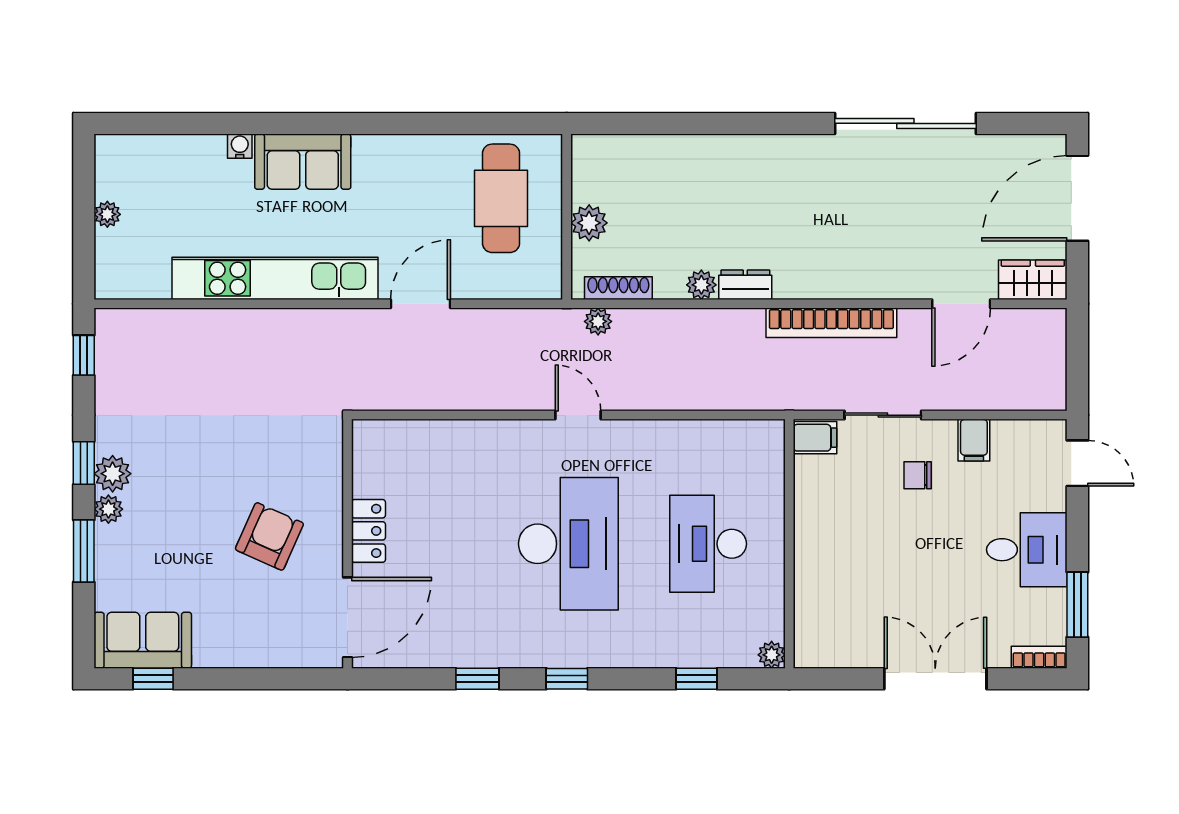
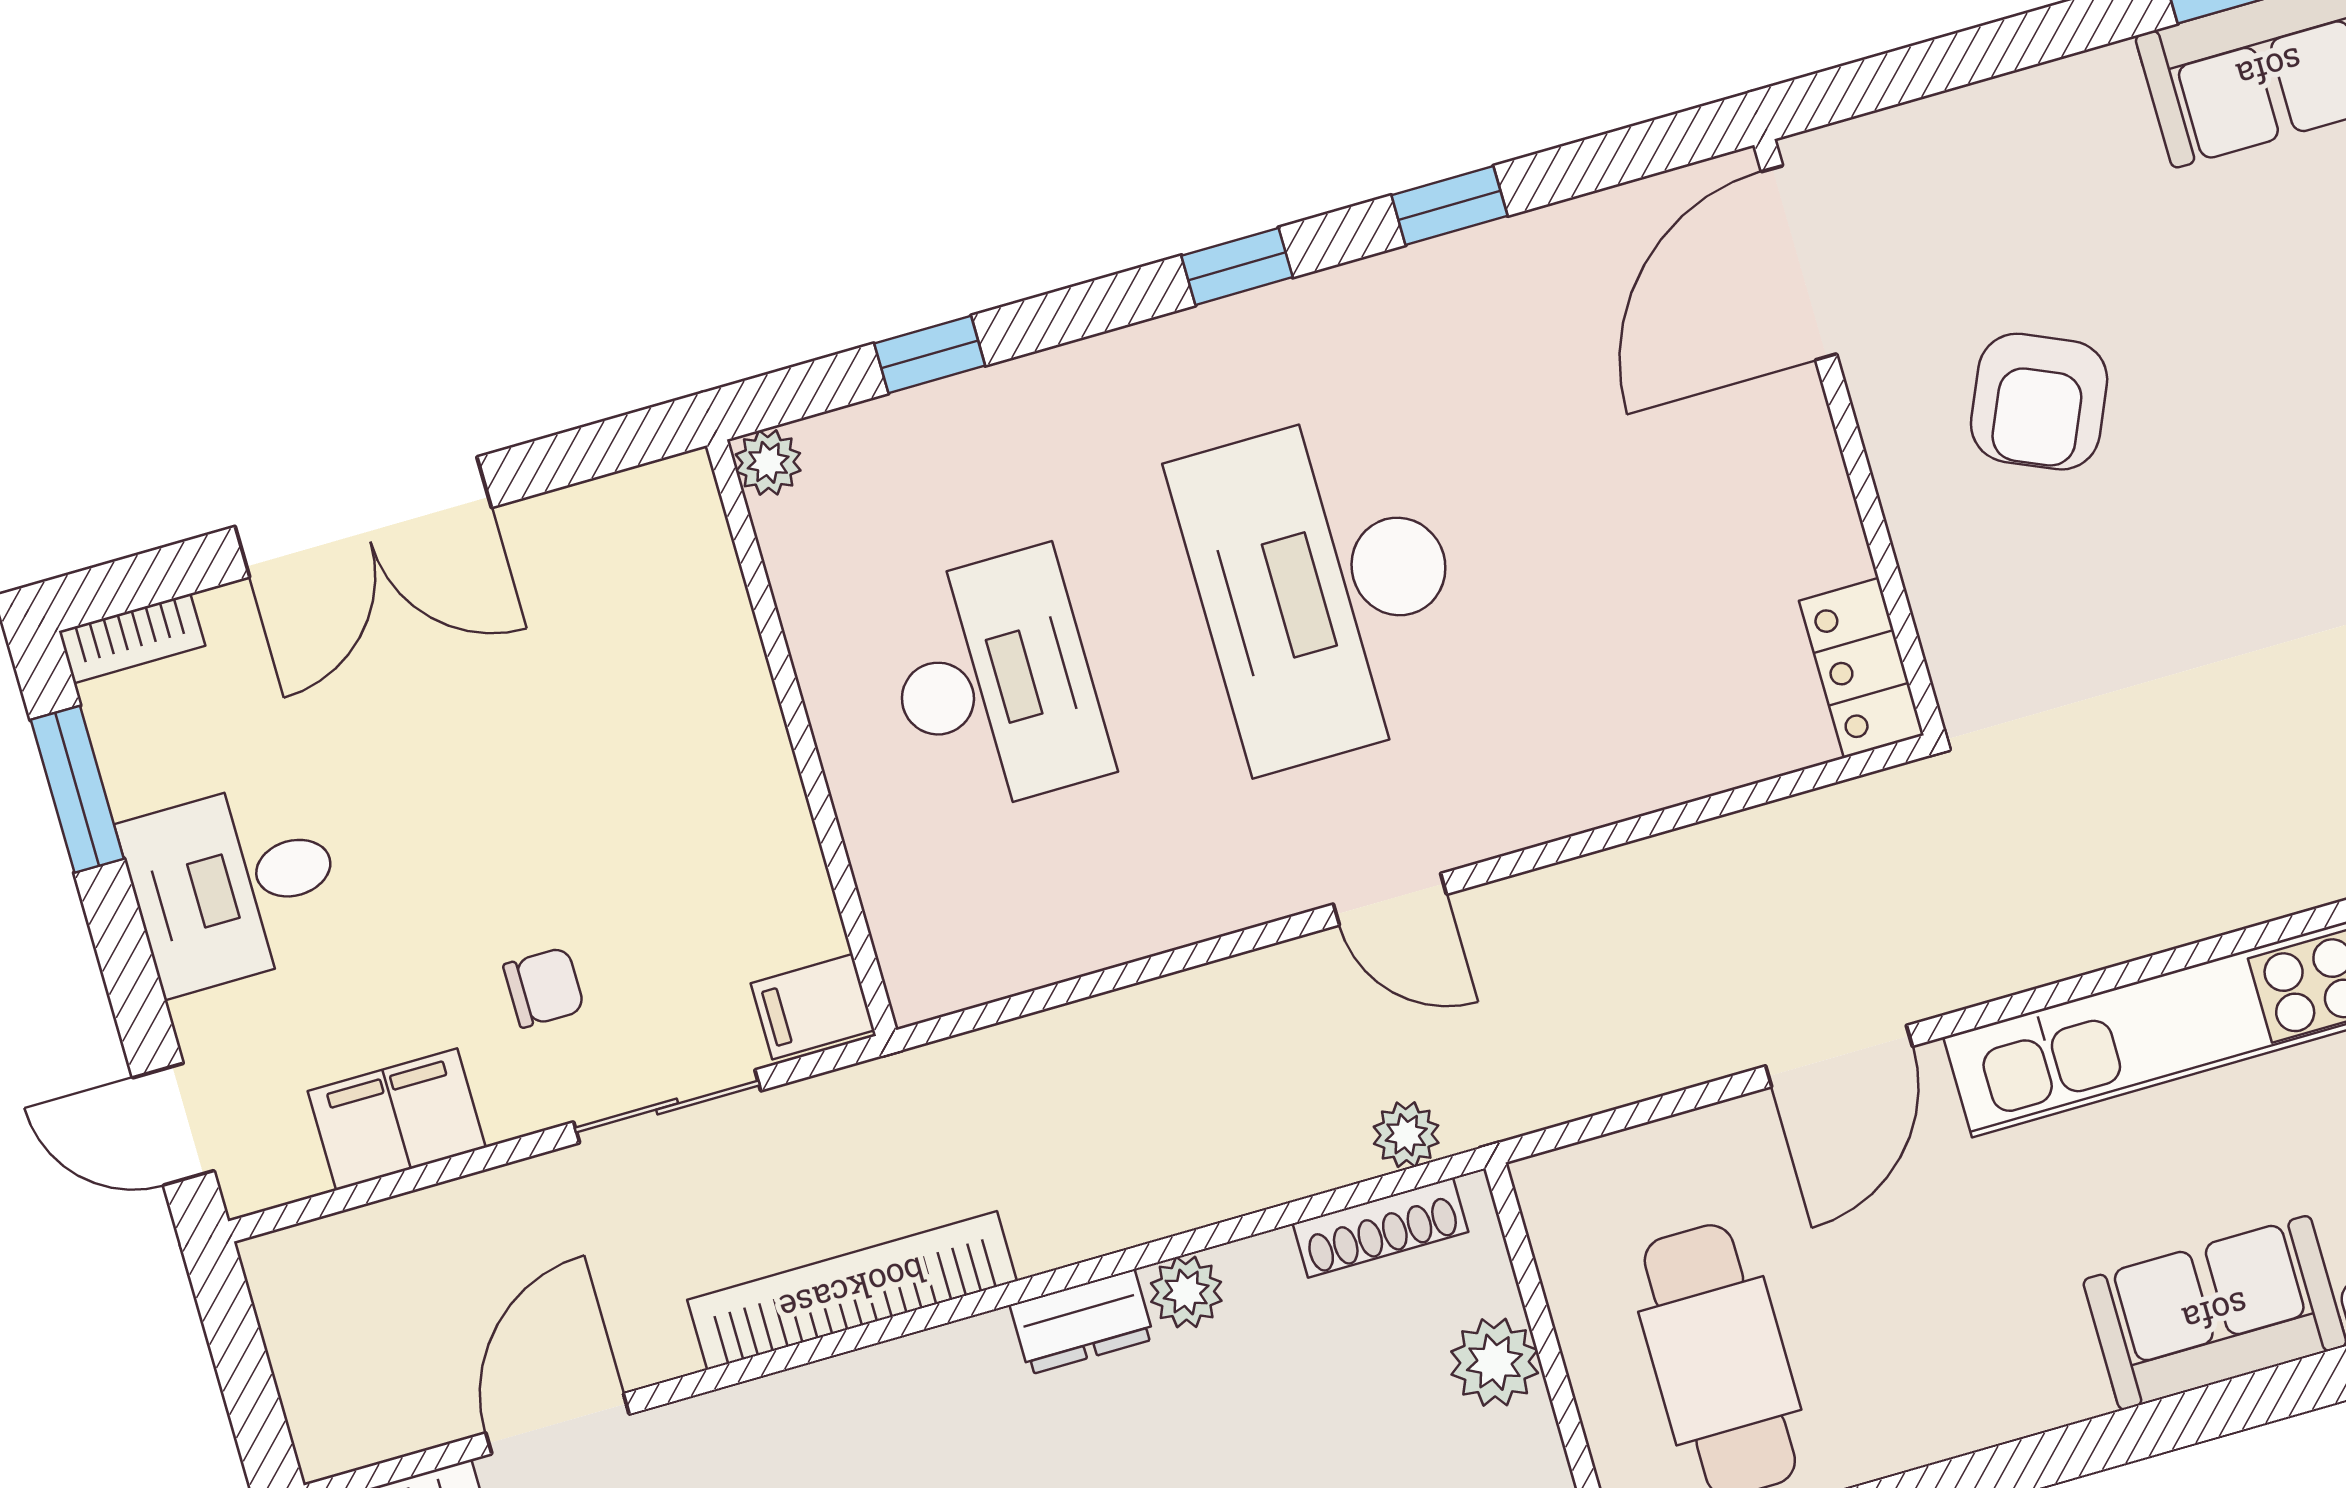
filing cabinet: (974, 440) -> (397, 1119), width x2.00
locker: (368, 531) -> (1861, 668), moved

